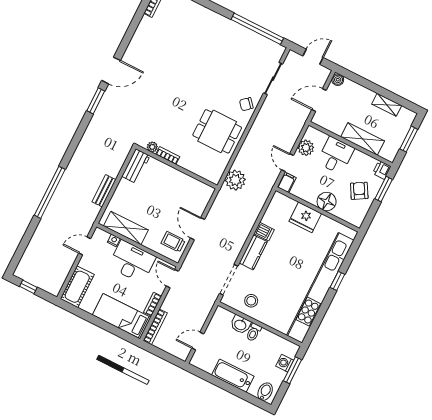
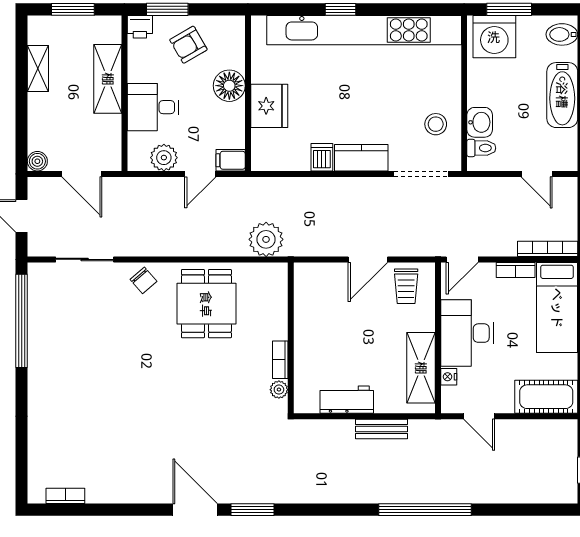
workbench: (136, 166) -> (347, 400), moved
toilet: (254, 332) -> (481, 148), moved
washing machine: (285, 363) -> (494, 37), width x1.89, depth x1.89

